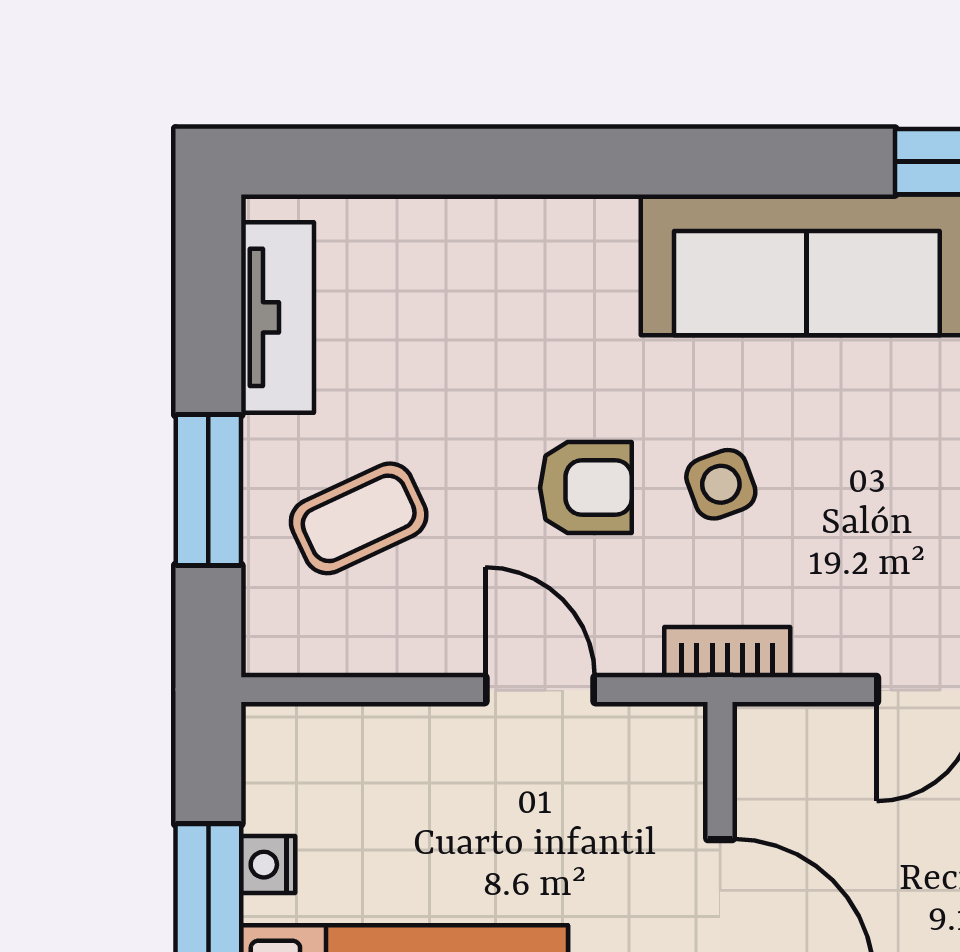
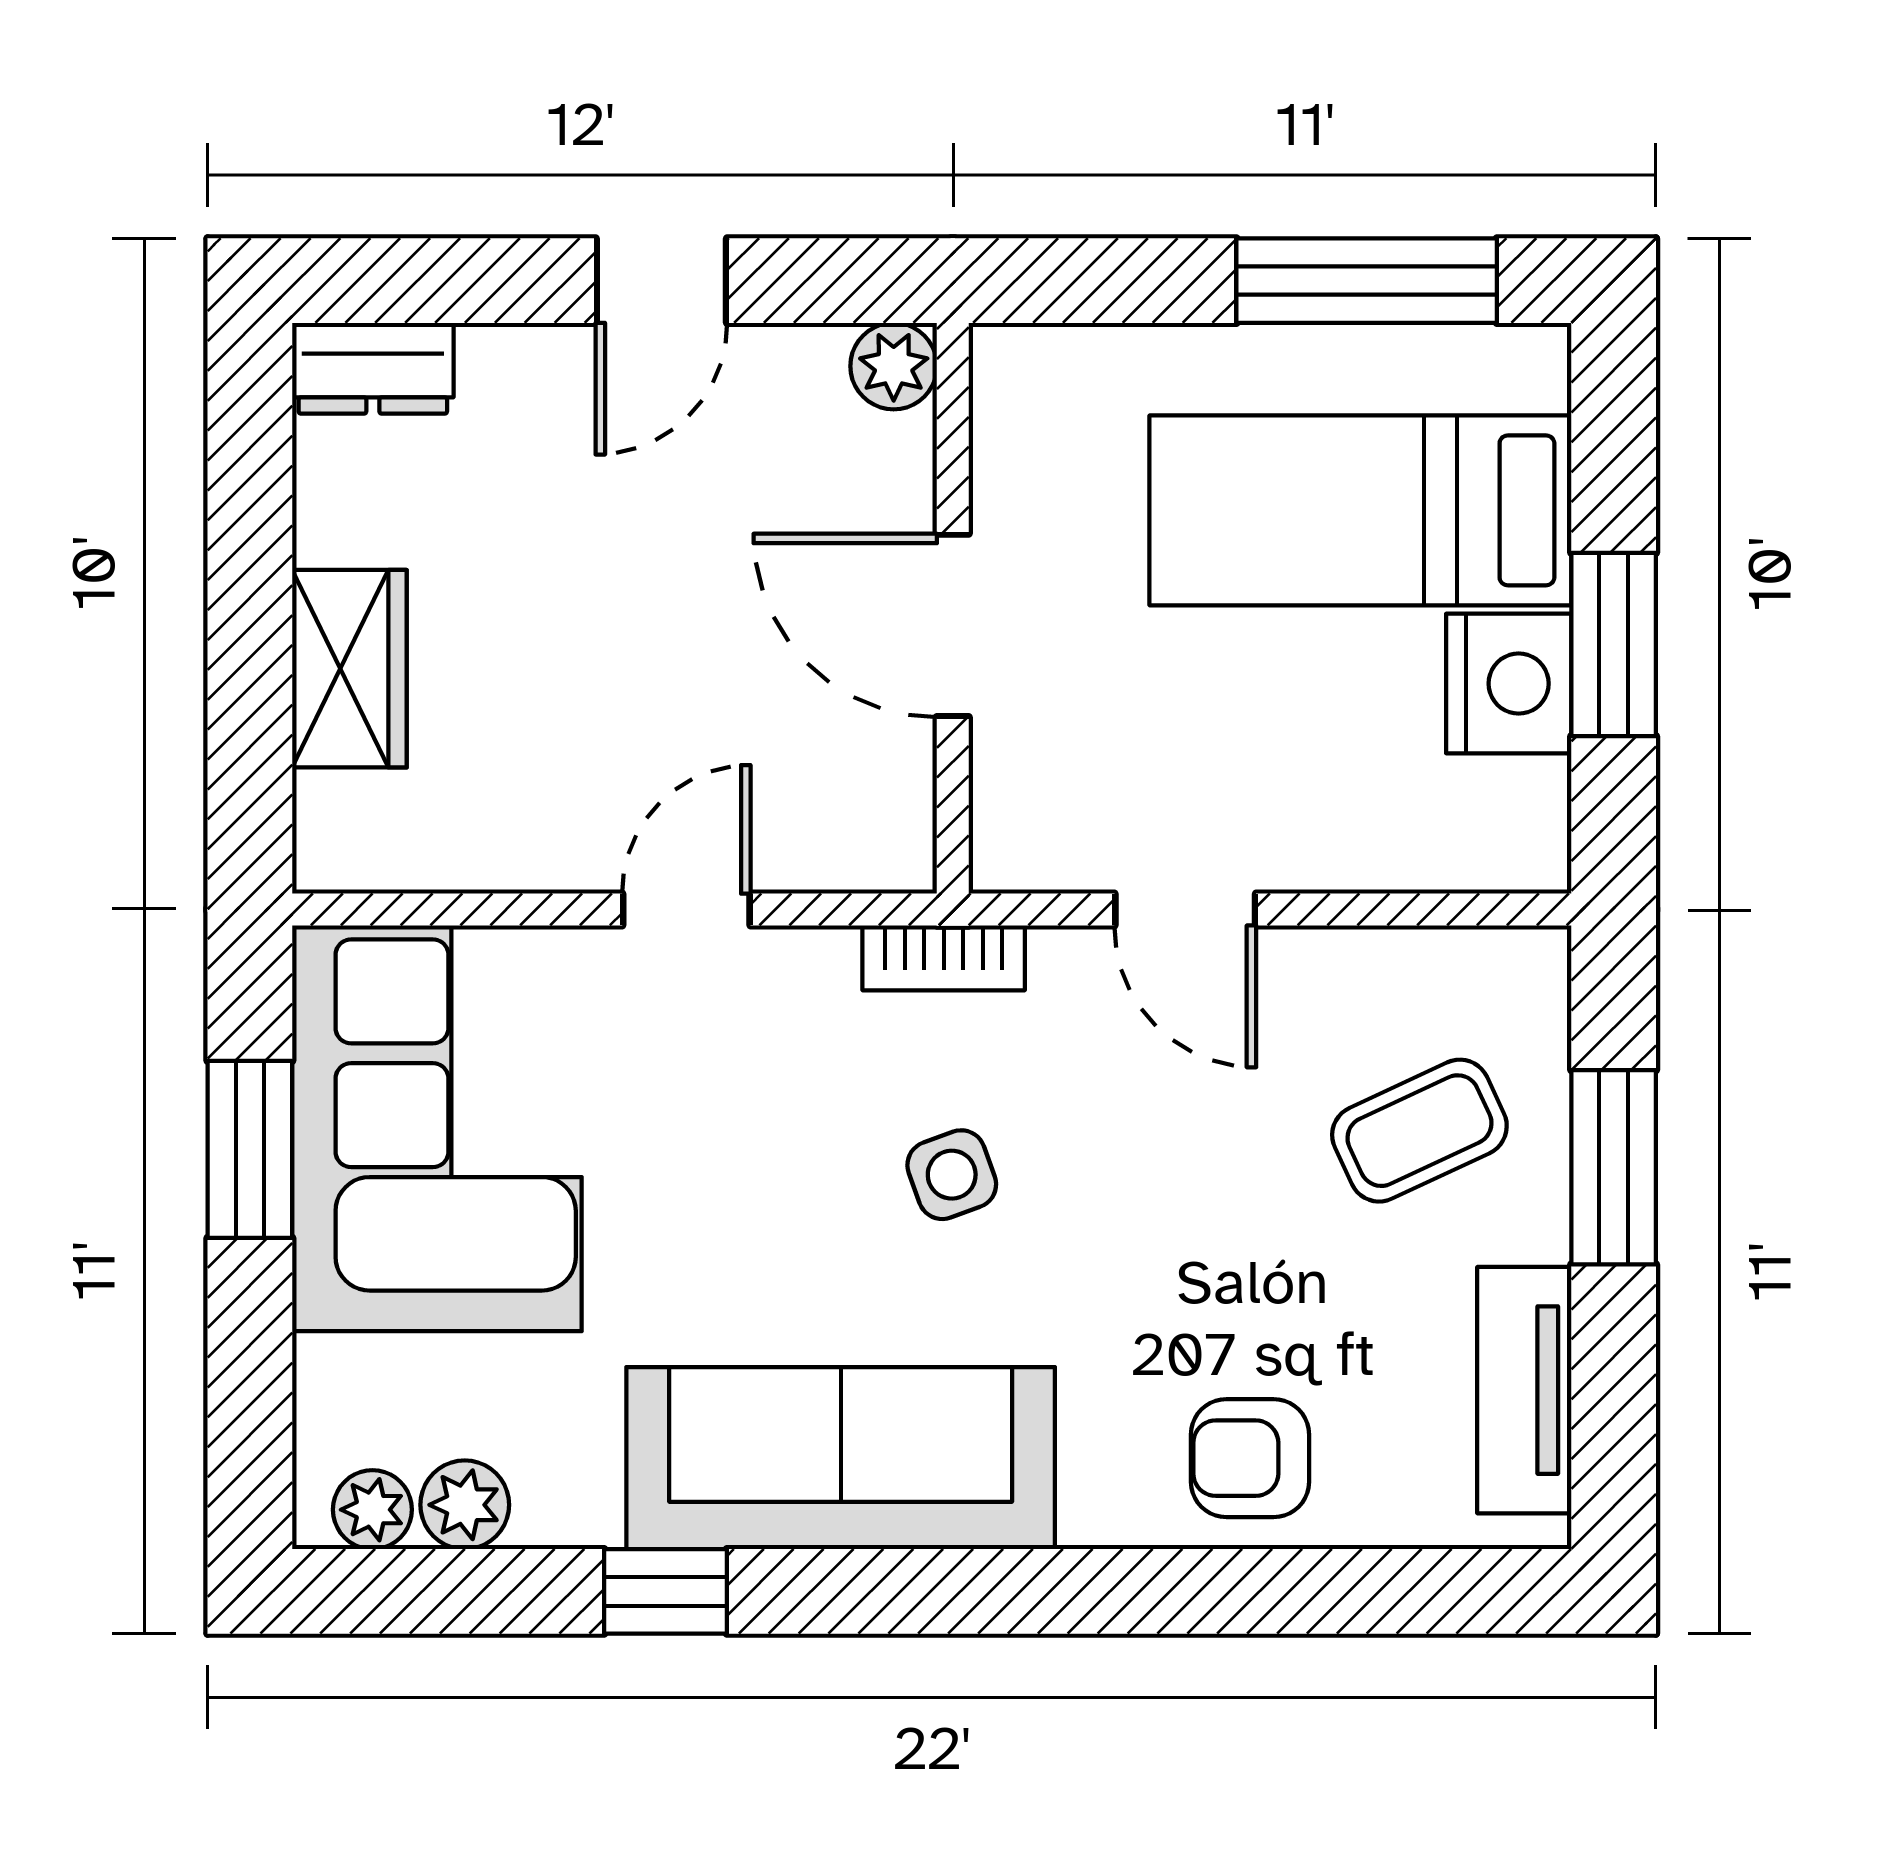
armchair: (586, 488) -> (1250, 1458), moved
nightstand: (268, 865) -> (1509, 684), width x1.89, depth x1.79

